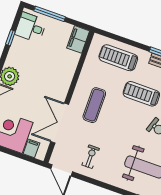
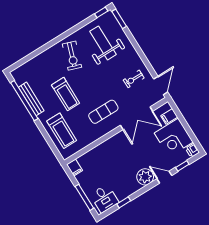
filing cabinet: (78, 39) -> (75, 168), width x0.50

